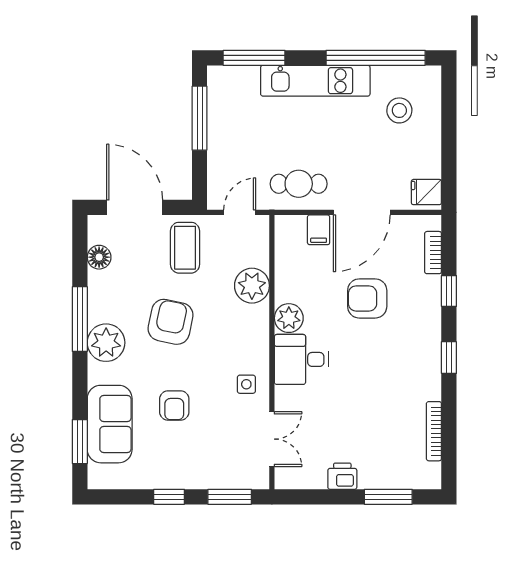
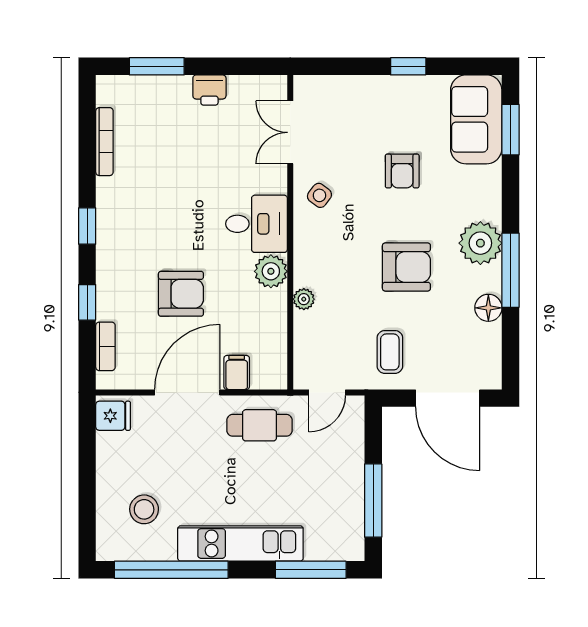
coffee table: (185, 248) -> (390, 352), width x0.73, depth x0.77
floor lamp: (99, 257) -> (488, 308), moved
plant: (252, 286) -> (304, 299), width x0.53, depth x0.53
armchair: (171, 322) -> (406, 267), turned -102
side table: (246, 384) -> (319, 195), turned 37
armchair: (174, 405) -> (402, 171), turned 180
sofa: (110, 424) -> (476, 119), moved
window: (230, 497) -> (339, 66), removed

